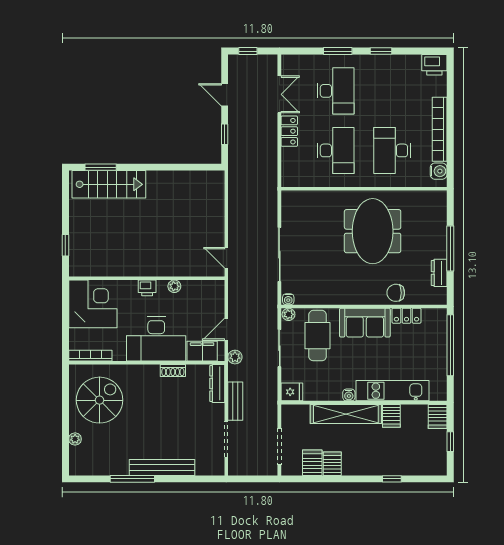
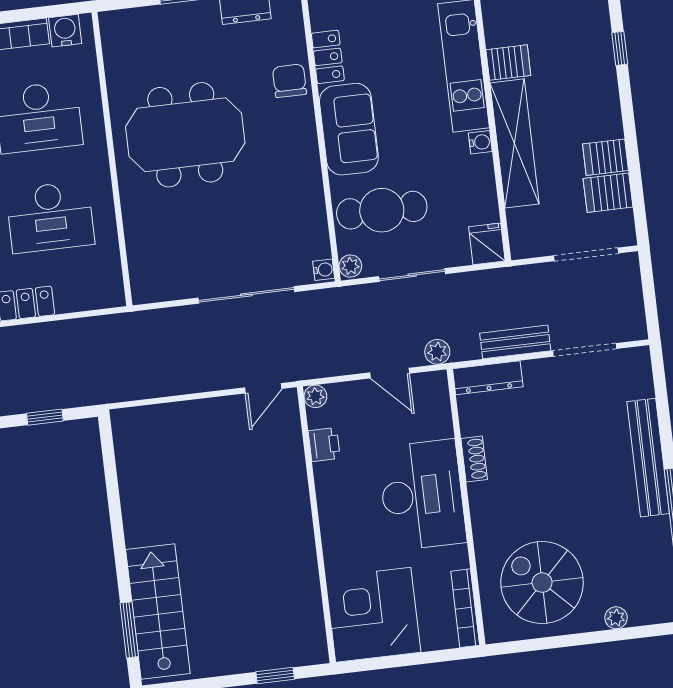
desk: (336, 150) -> (50, 217), turned 180
plant: (174, 286) -> (315, 396), moved
printer: (147, 288) -> (324, 445), moved
chair: (396, 293) -> (289, 81), turned 180
filing cabinet: (202, 351) -> (434, 411), removed

